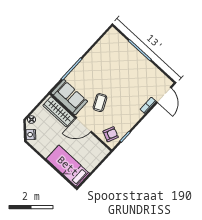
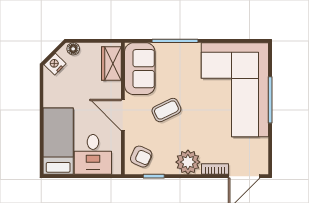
corner sofa: (120, 62) -> (235, 90), added
wardrobe: (59, 112) -> (111, 64), width x0.67
plant: (133, 115) -> (188, 162), added
desk: (89, 156) -> (93, 154), added

